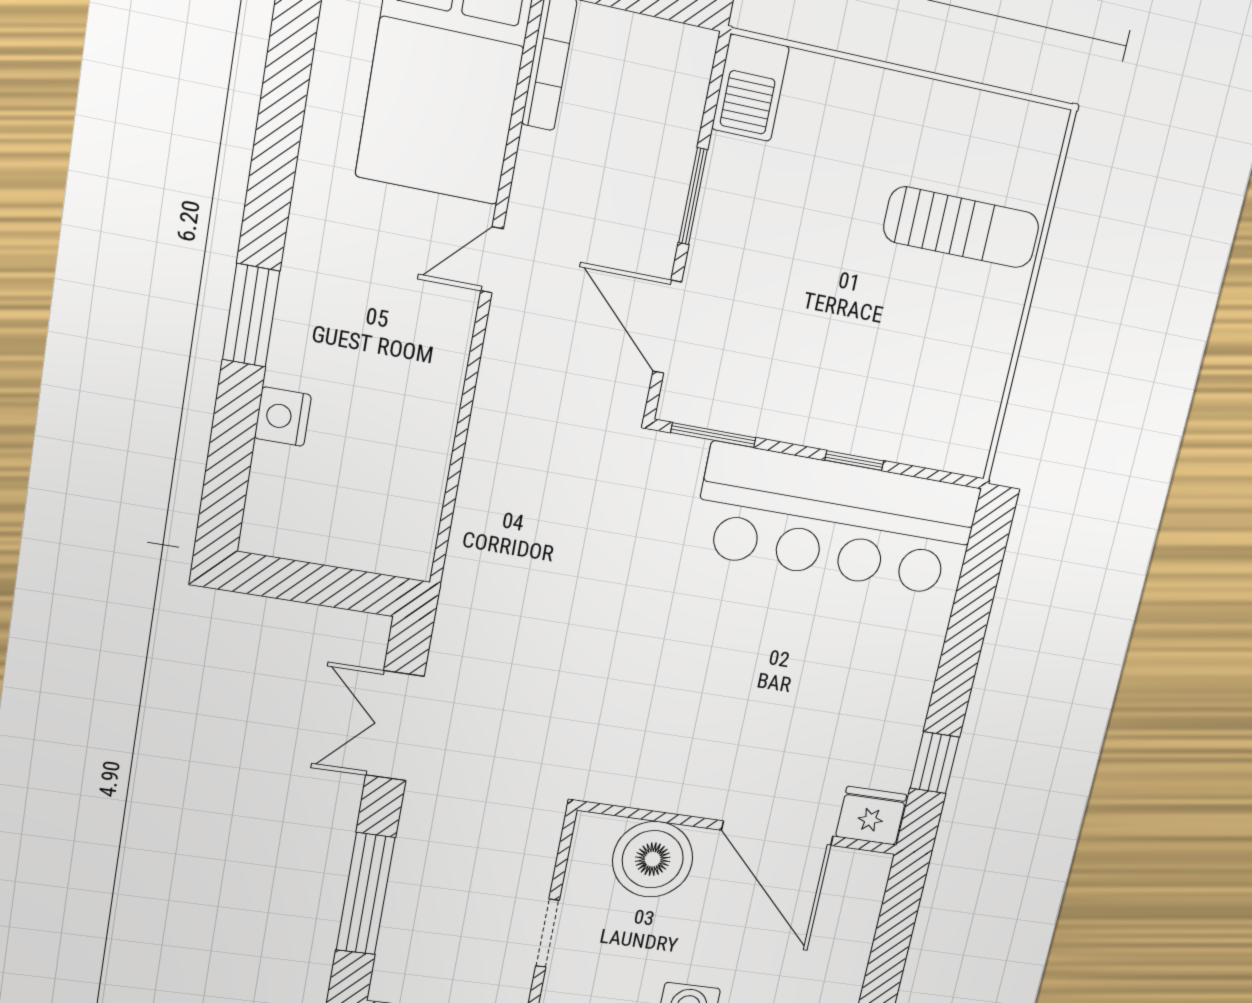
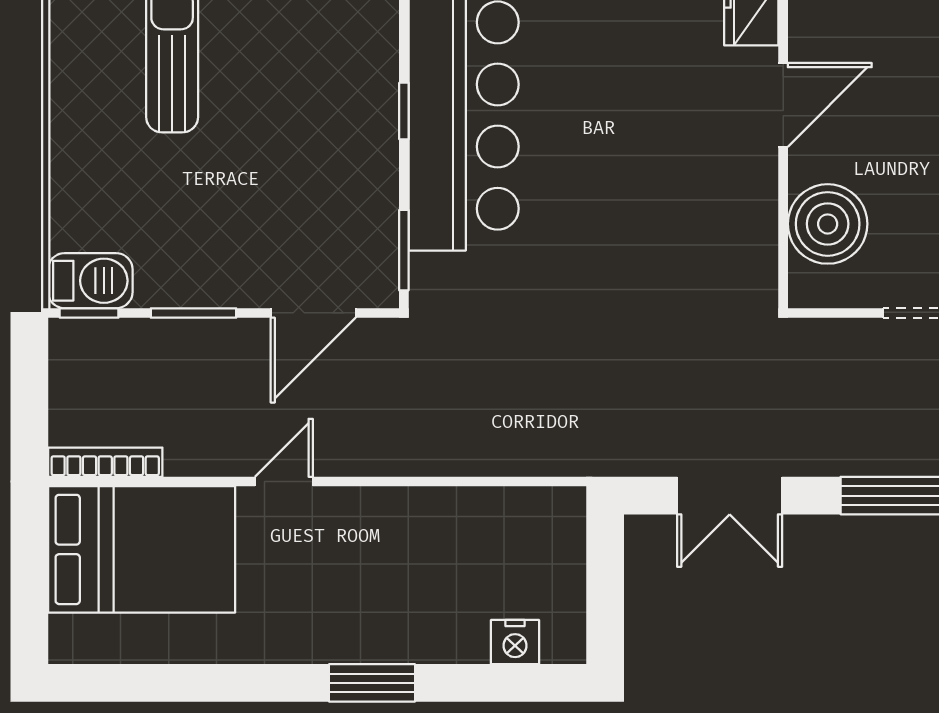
window: (716, 79) -> (89, 313), added
door: (492, 260) -> (284, 482), swing flipped
nightstand: (283, 417) -> (515, 642), moved
door: (778, 833) -> (783, 105), width x0.73

